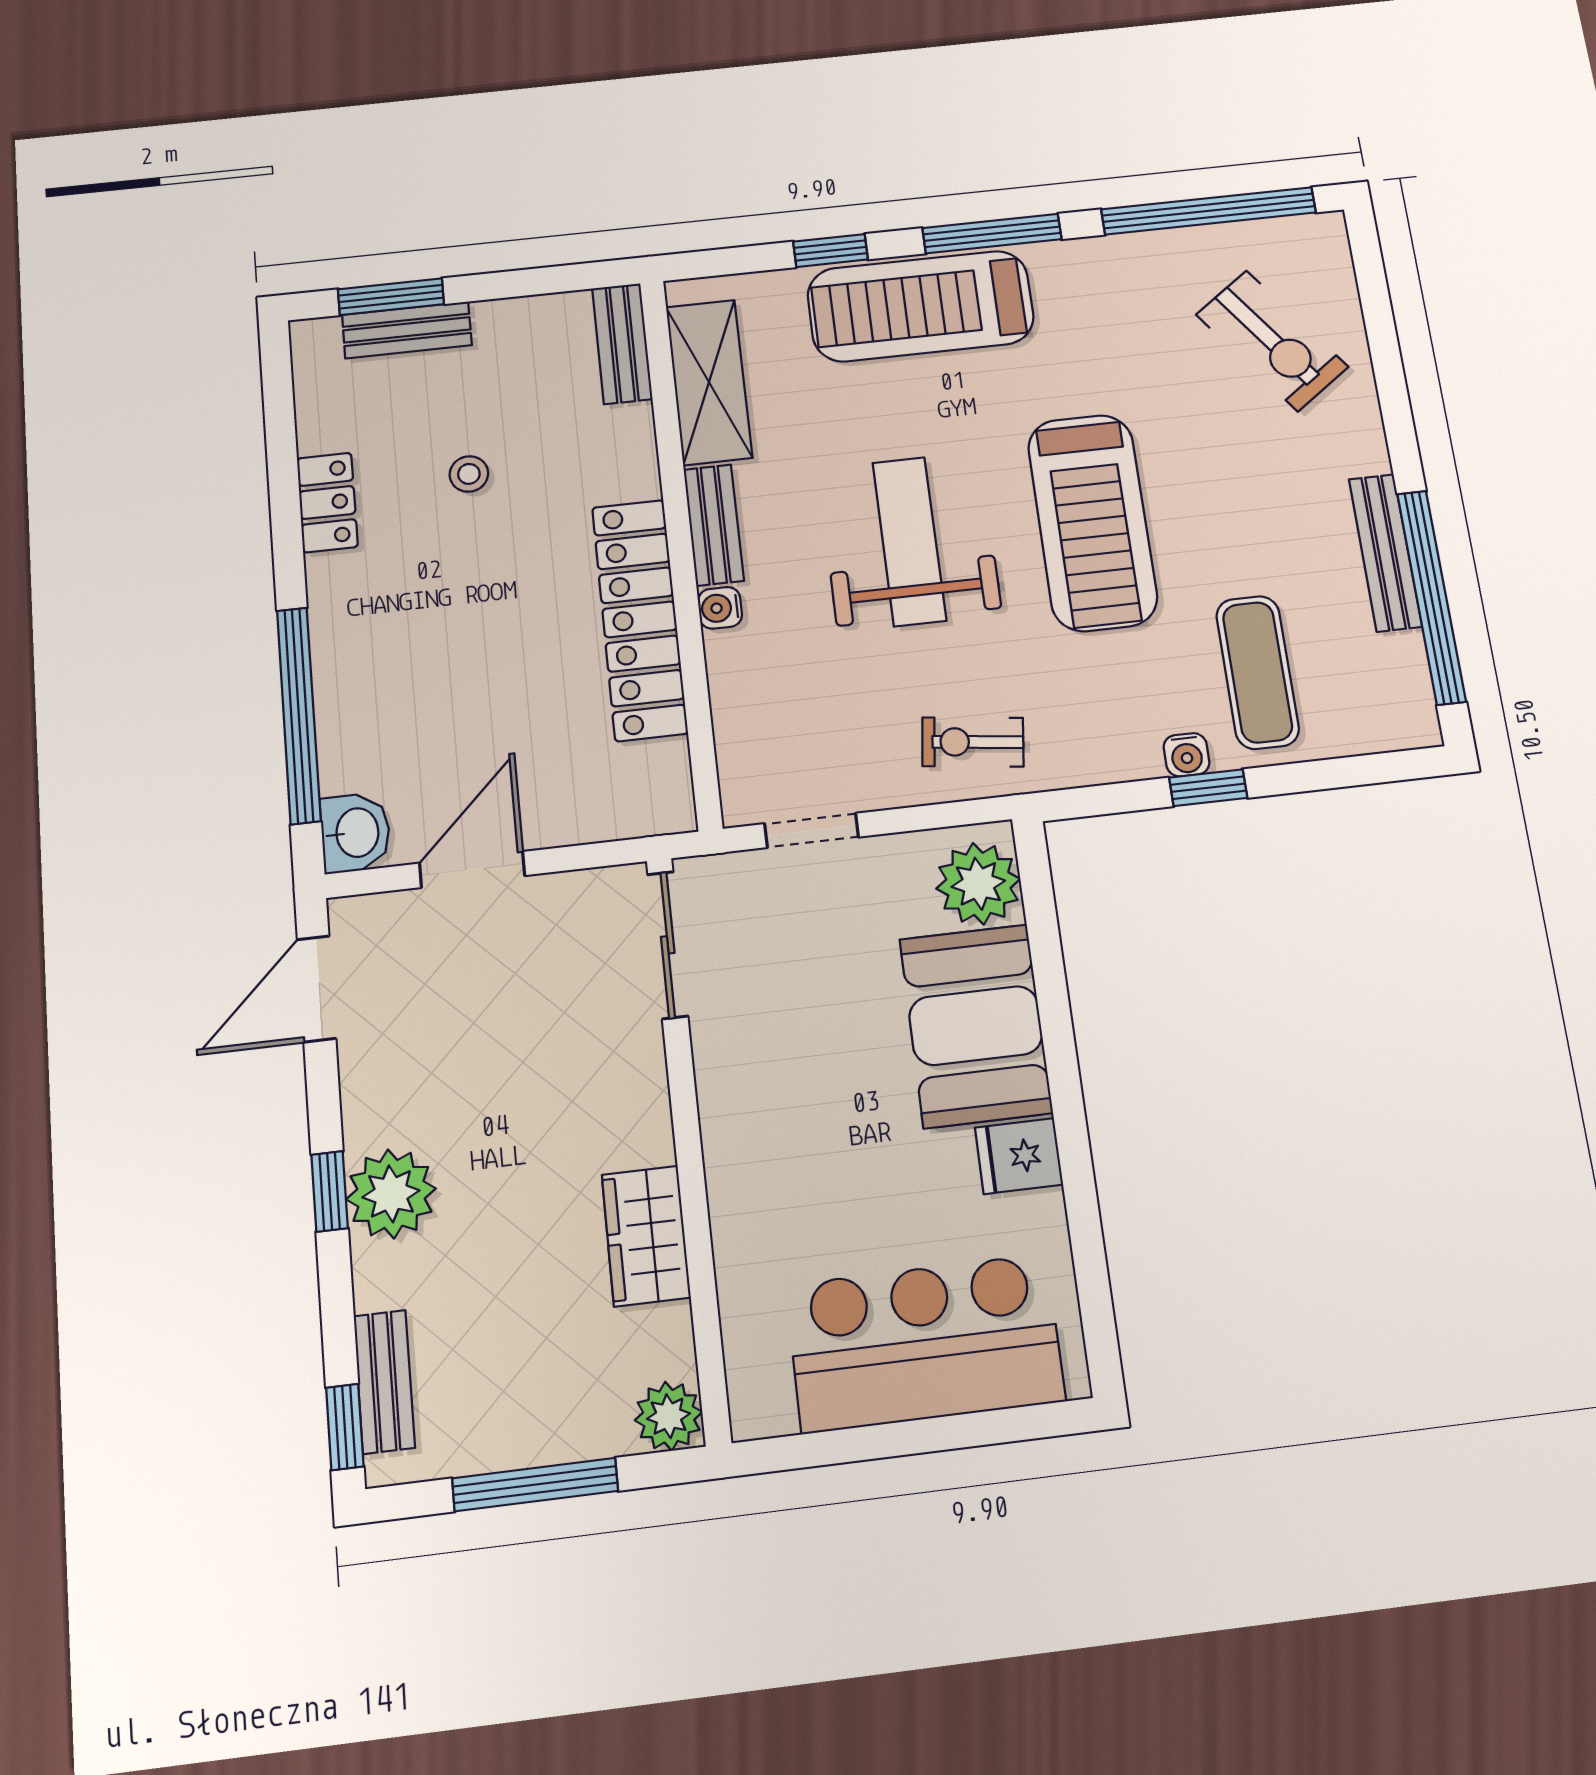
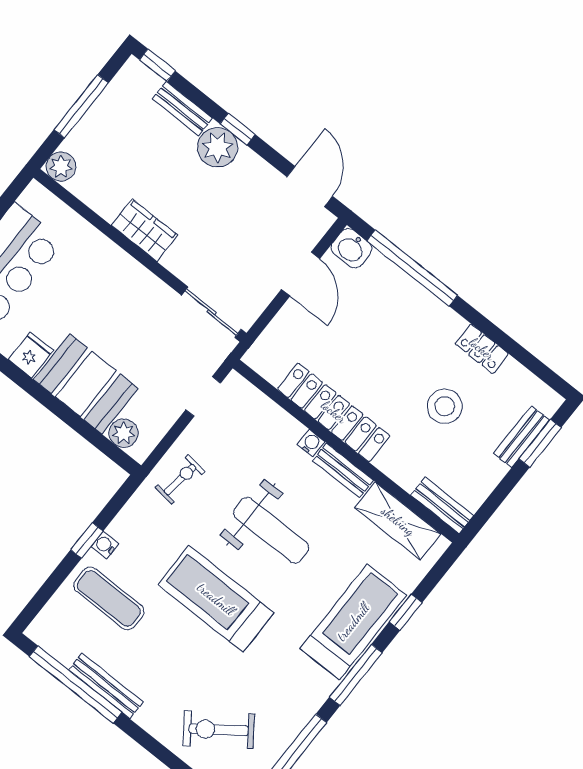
stool: (469, 474) -> (445, 406), width x1.89, depth x1.89
plant: (978, 884) -> (124, 433), width x0.73, depth x0.73
wardrobe: (646, 1236) -> (144, 230), moved
bench: (384, 1382) -> (182, 108), moved

